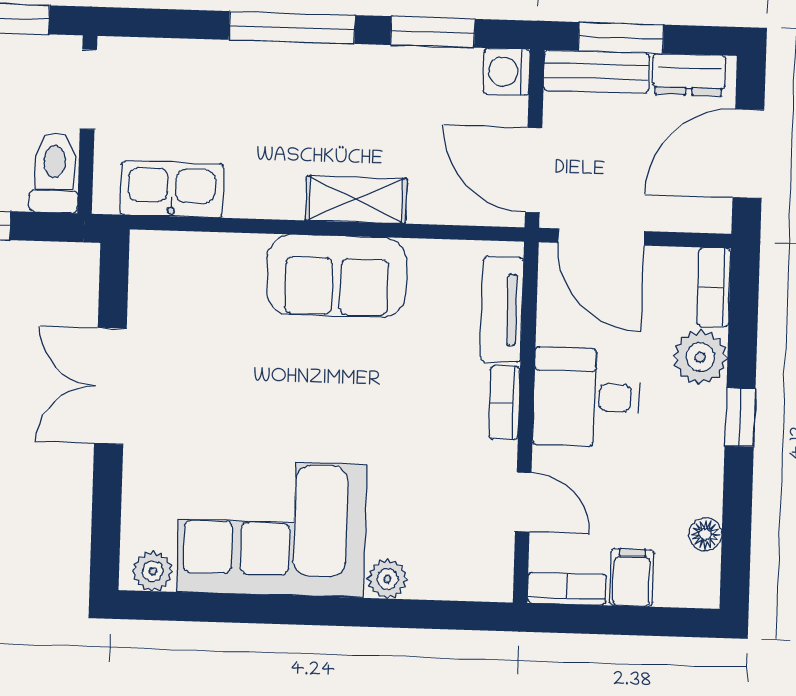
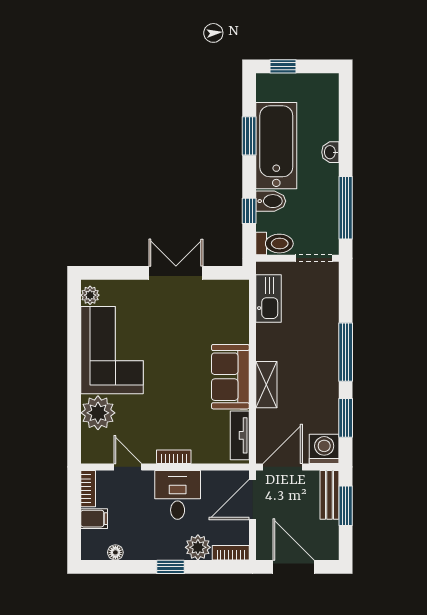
washing machine: (507, 72) -> (324, 449), width x1.38, depth x1.38
dresser: (689, 75) -> (329, 538), removed
tv unit: (502, 310) -> (240, 435), moved, turned -90
door: (523, 502) -> (128, 467), swing flipped
plant: (387, 579) -> (98, 413), width x1.88, depth x1.88

